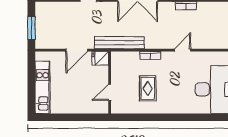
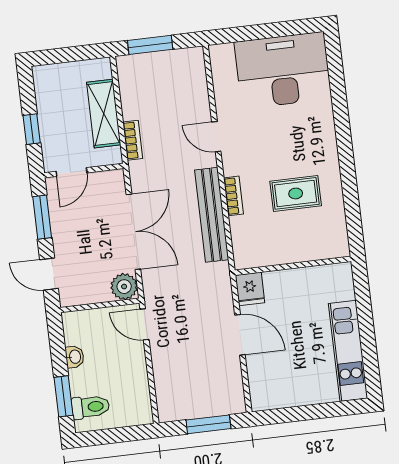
bench: (119, 43) -> (212, 215), moved
kitchen unit: (43, 87) -> (348, 351), moved, turned -90
door: (110, 92) -> (312, 264), removed

